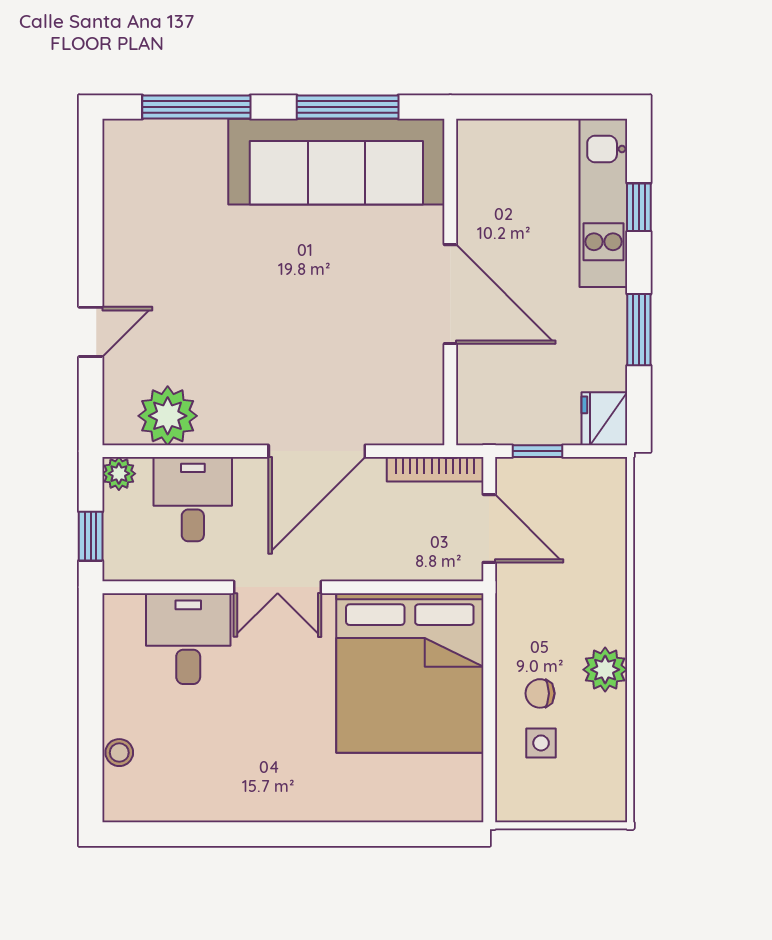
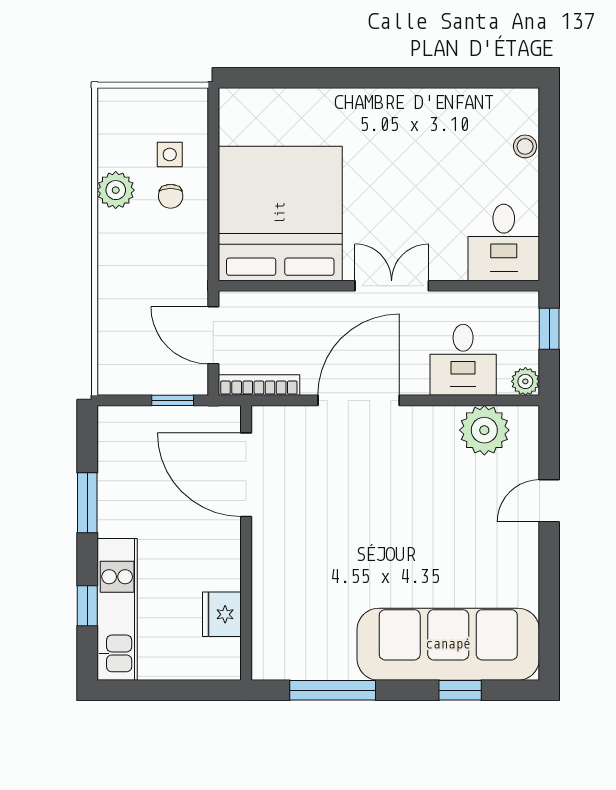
window: (196, 107) -> (460, 690), width x0.46
sofa: (336, 162) -> (448, 644), moved
door: (450, 294) -> (246, 475), moved
fridge: (604, 419) -> (222, 614), moved, turned 180
desk: (188, 639) -> (504, 242), moved
plant: (605, 670) -> (116, 190), moved
chair: (540, 693) -> (171, 196), turned 90

